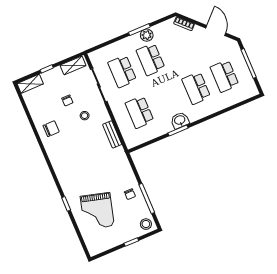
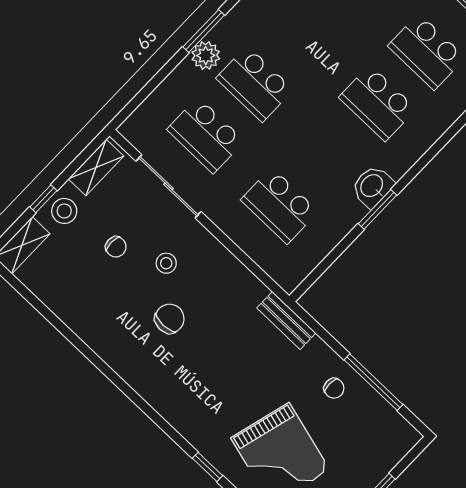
plant: (147, 35) -> (206, 55), moved
chair: (51, 129) -> (170, 319), moved
bench: (112, 134) -> (286, 320), moved
stool: (146, 224) -> (64, 211), moved

